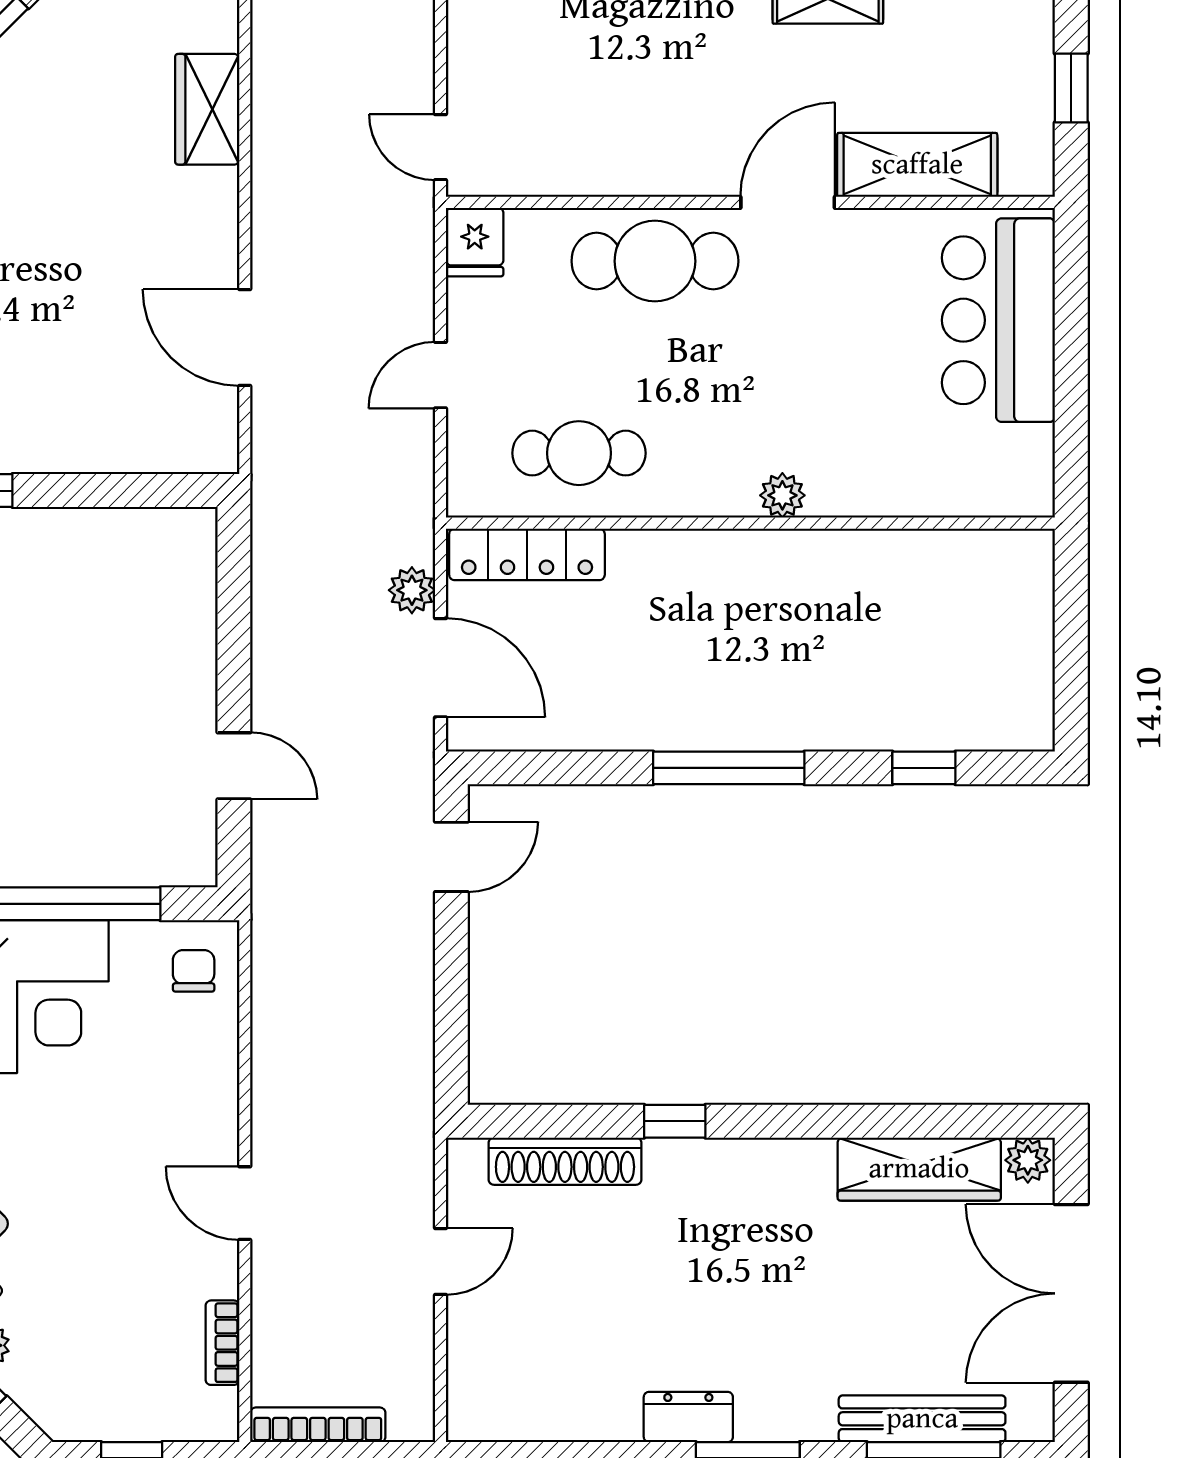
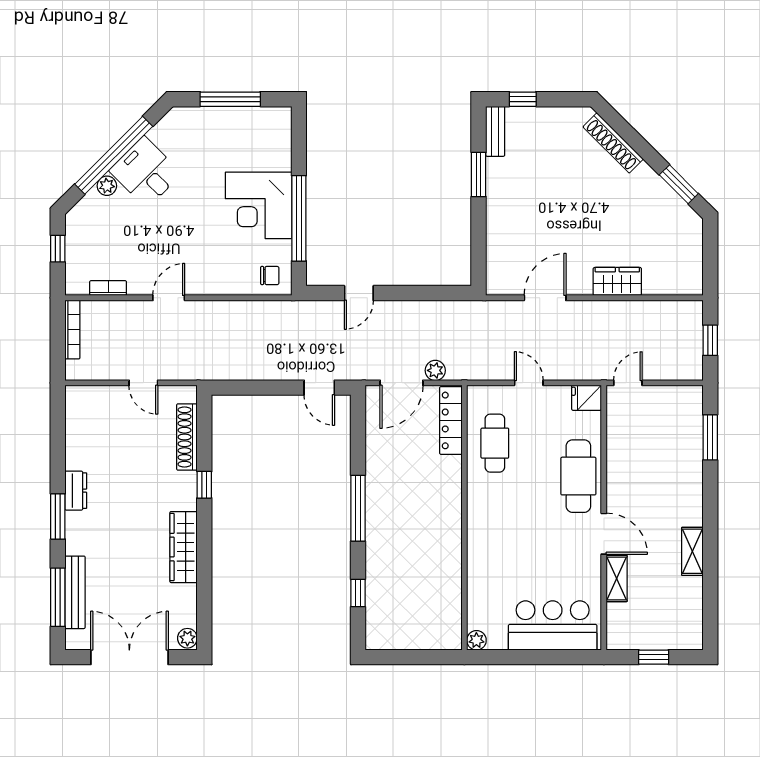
wardrobe: (207, 109) -> (617, 281), moved
shelving: (917, 165) -> (617, 579), width x0.67, depth x0.75
plant: (782, 495) -> (476, 640), moved
wardrobe: (919, 1169) -> (184, 547), moved

